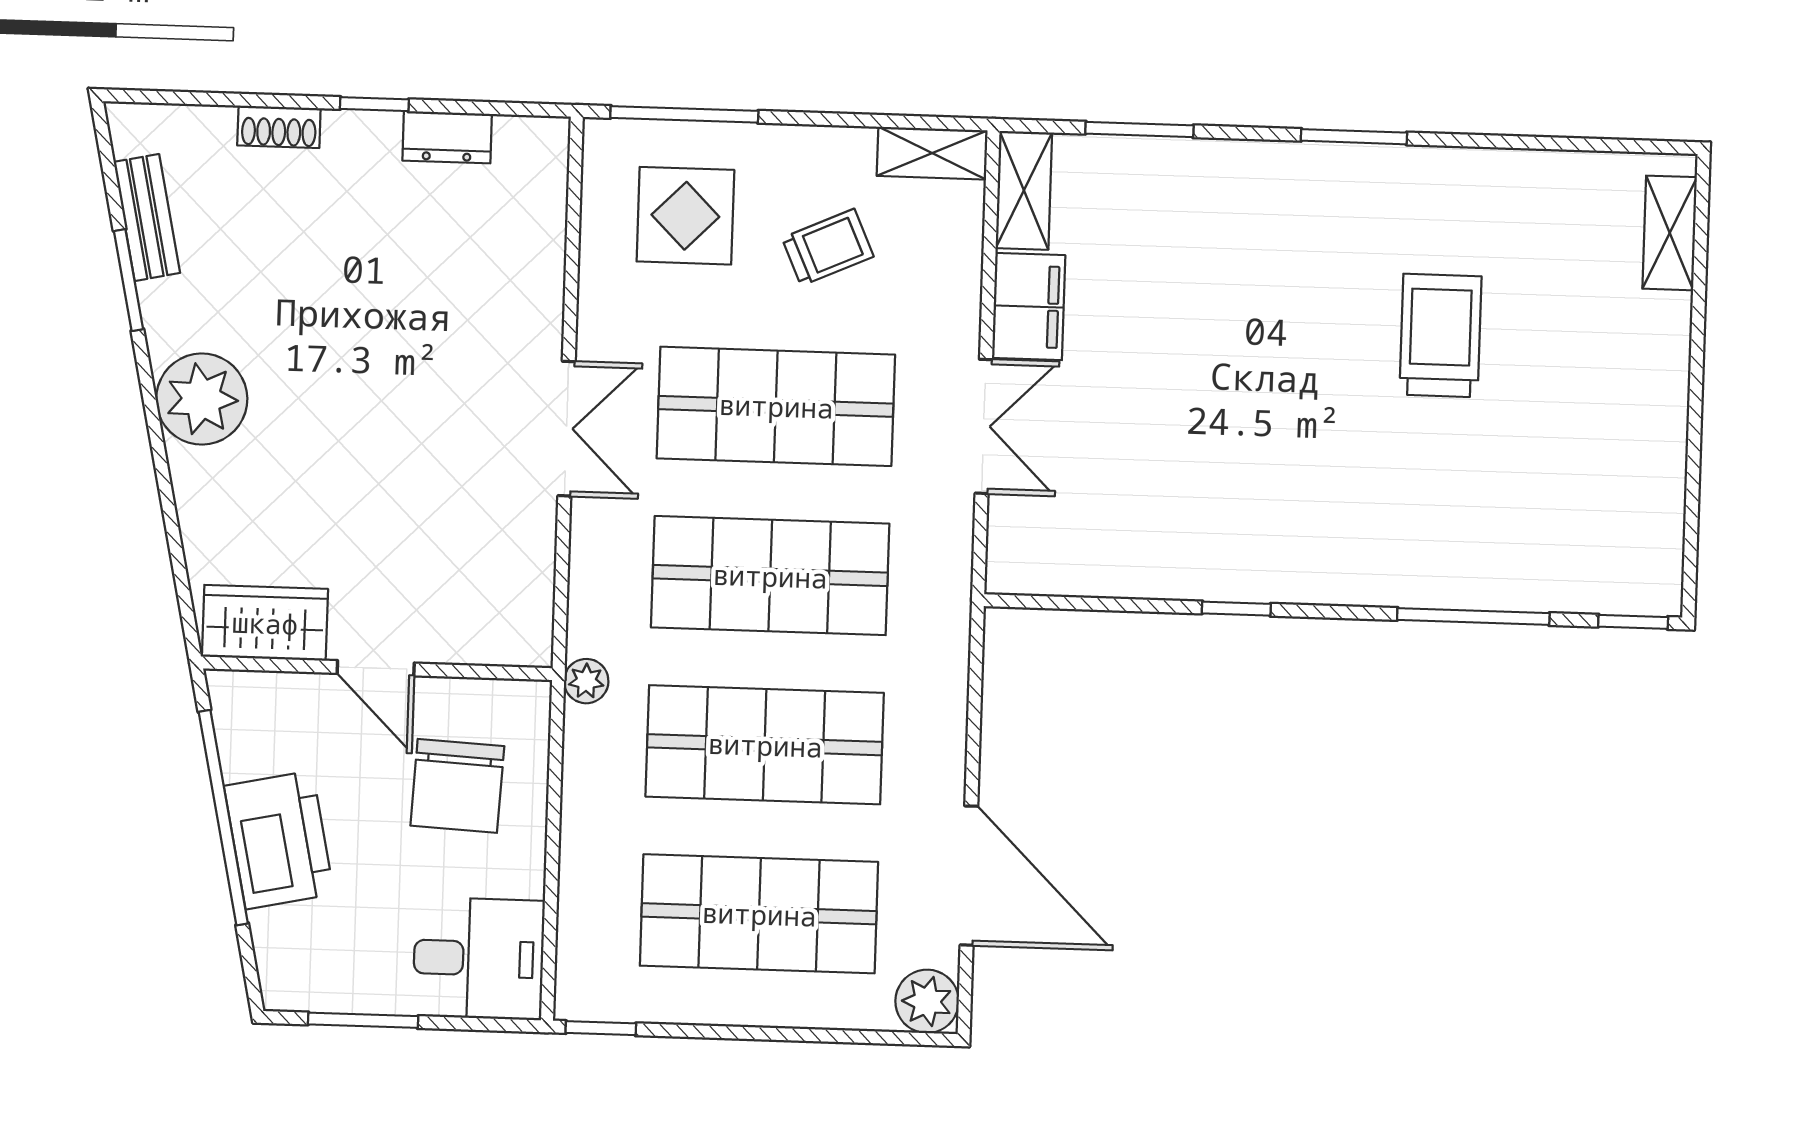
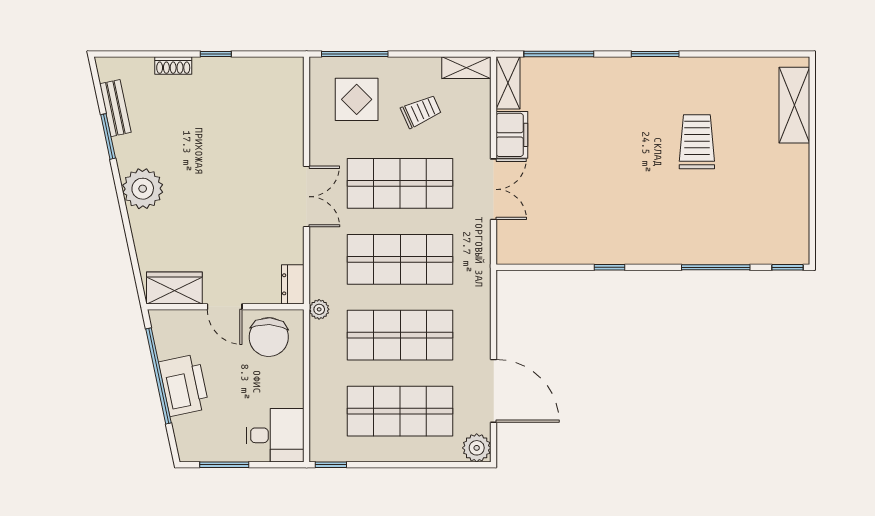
window: (1139, 130) -> (559, 54), width x1.44
dresser: (447, 137) -> (293, 284), moved, turned 90
shelving: (1670, 233) -> (794, 105), width x1.50, depth x1.33
chair: (457, 786) -> (269, 337), moved

